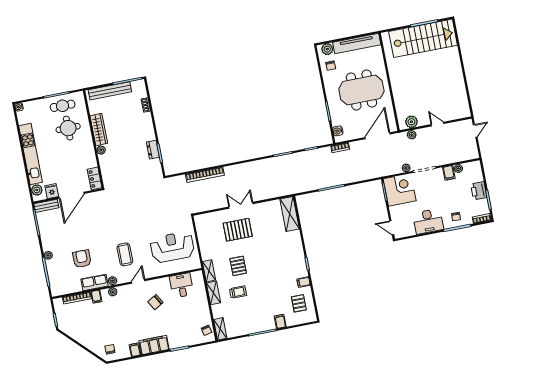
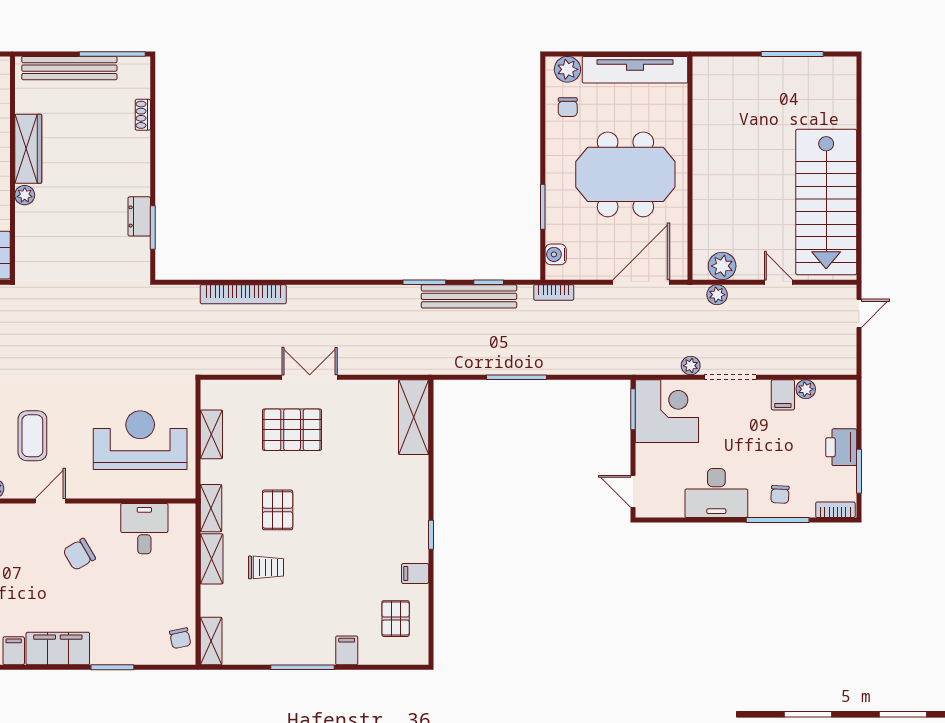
stairs: (423, 38) -> (826, 202), moved, turned 90
bench: (304, 157) -> (469, 296), added
shelving: (203, 239) -> (211, 434), added

